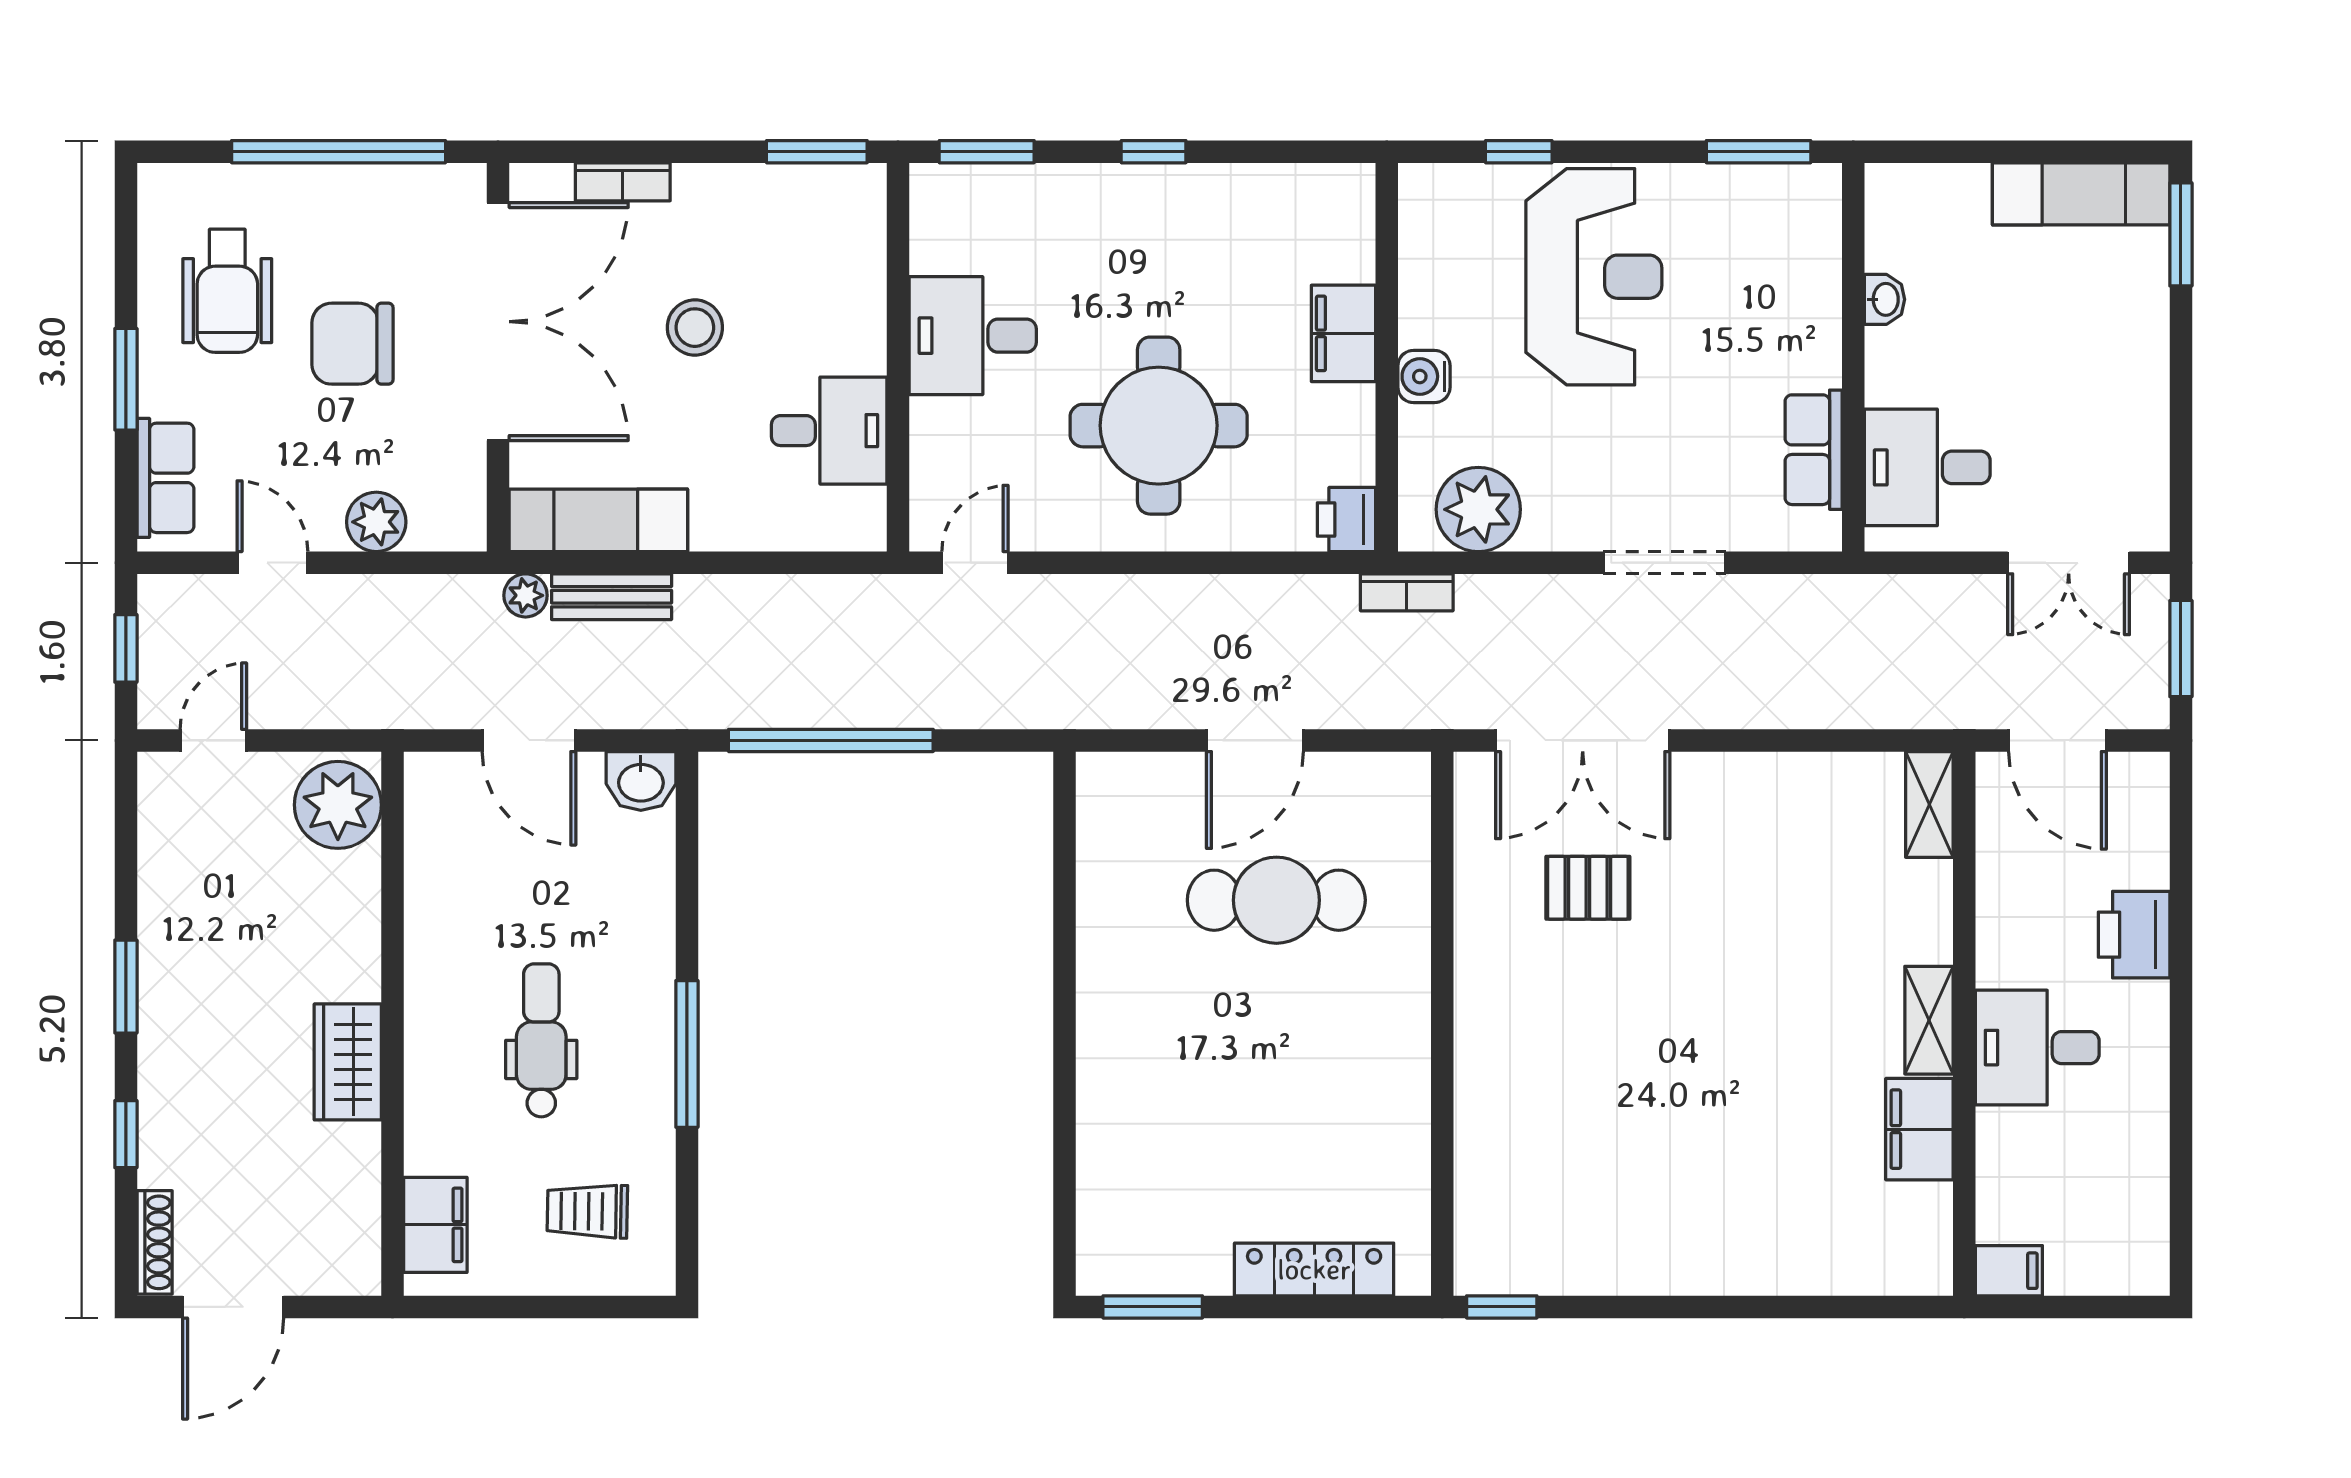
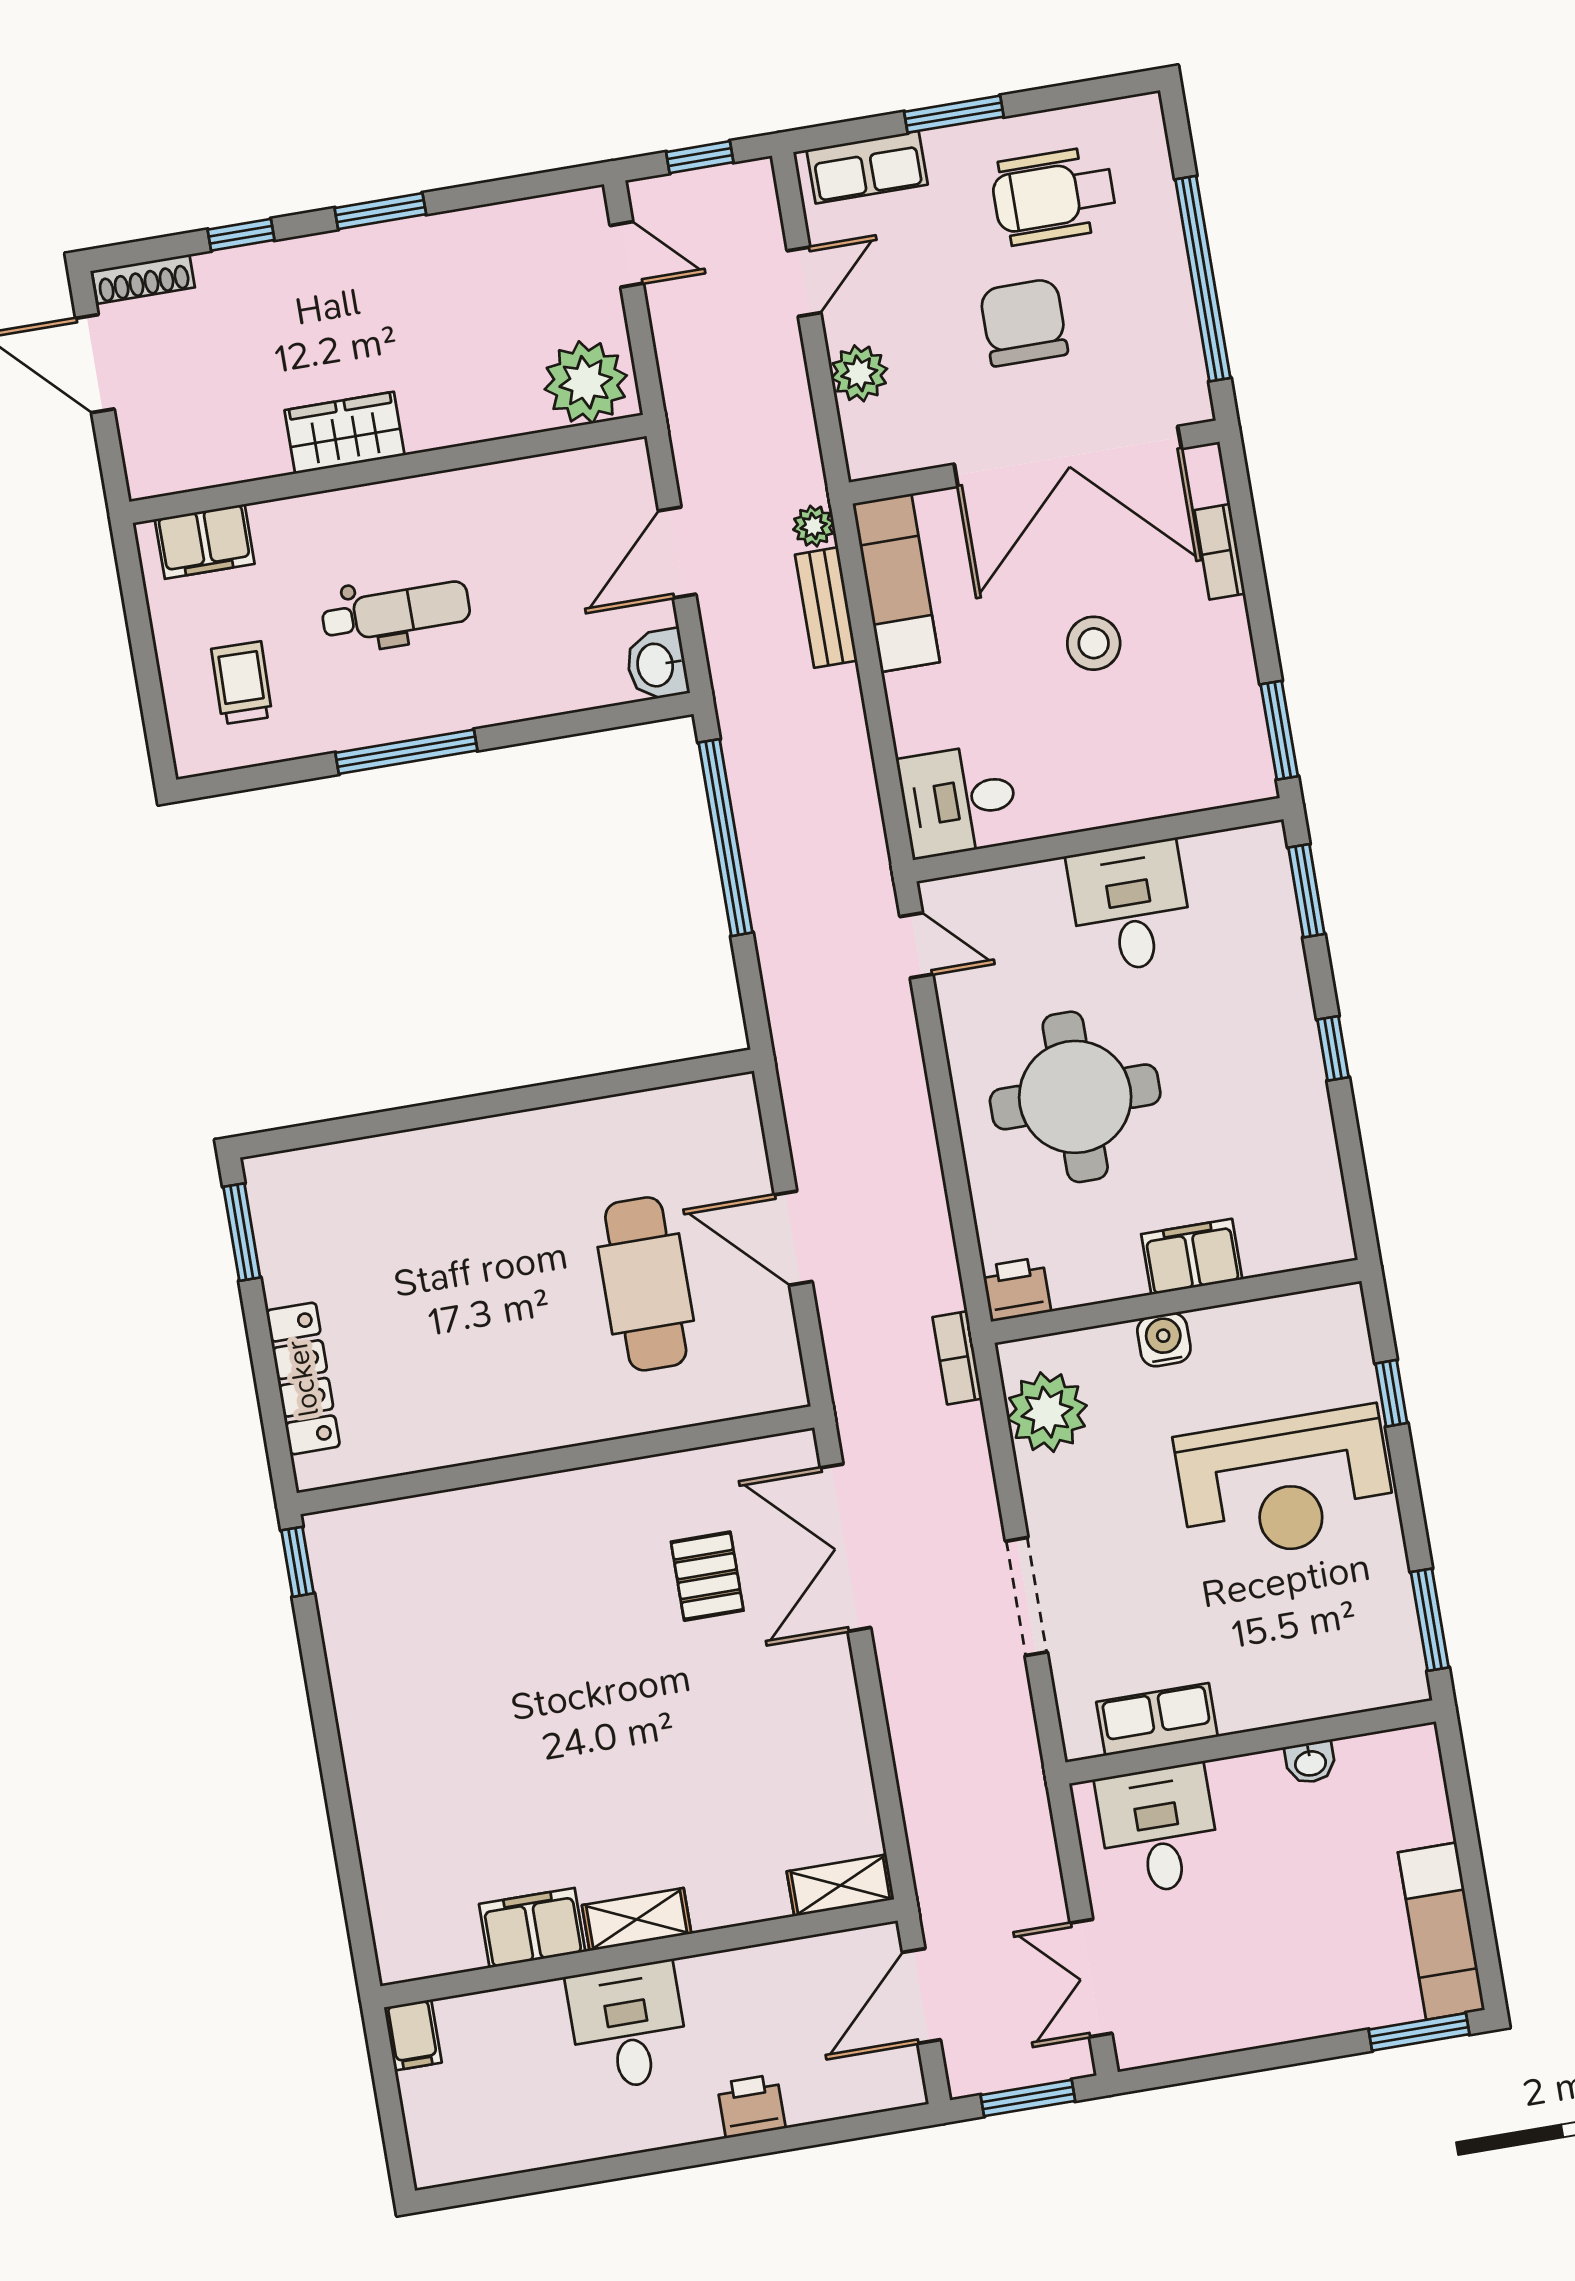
desk: (829, 431) -> (959, 801), moved, turned 90
printer: (2134, 935) -> (751, 2106), width x0.73, depth x0.81

